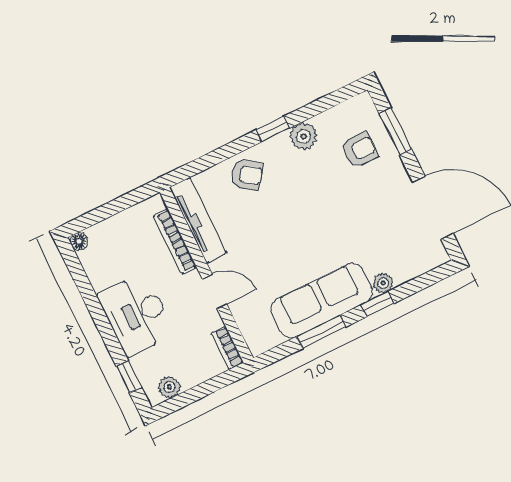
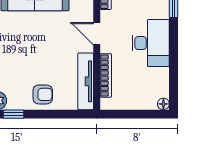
armchair: (247, 174) -> (43, 94), turned 144

